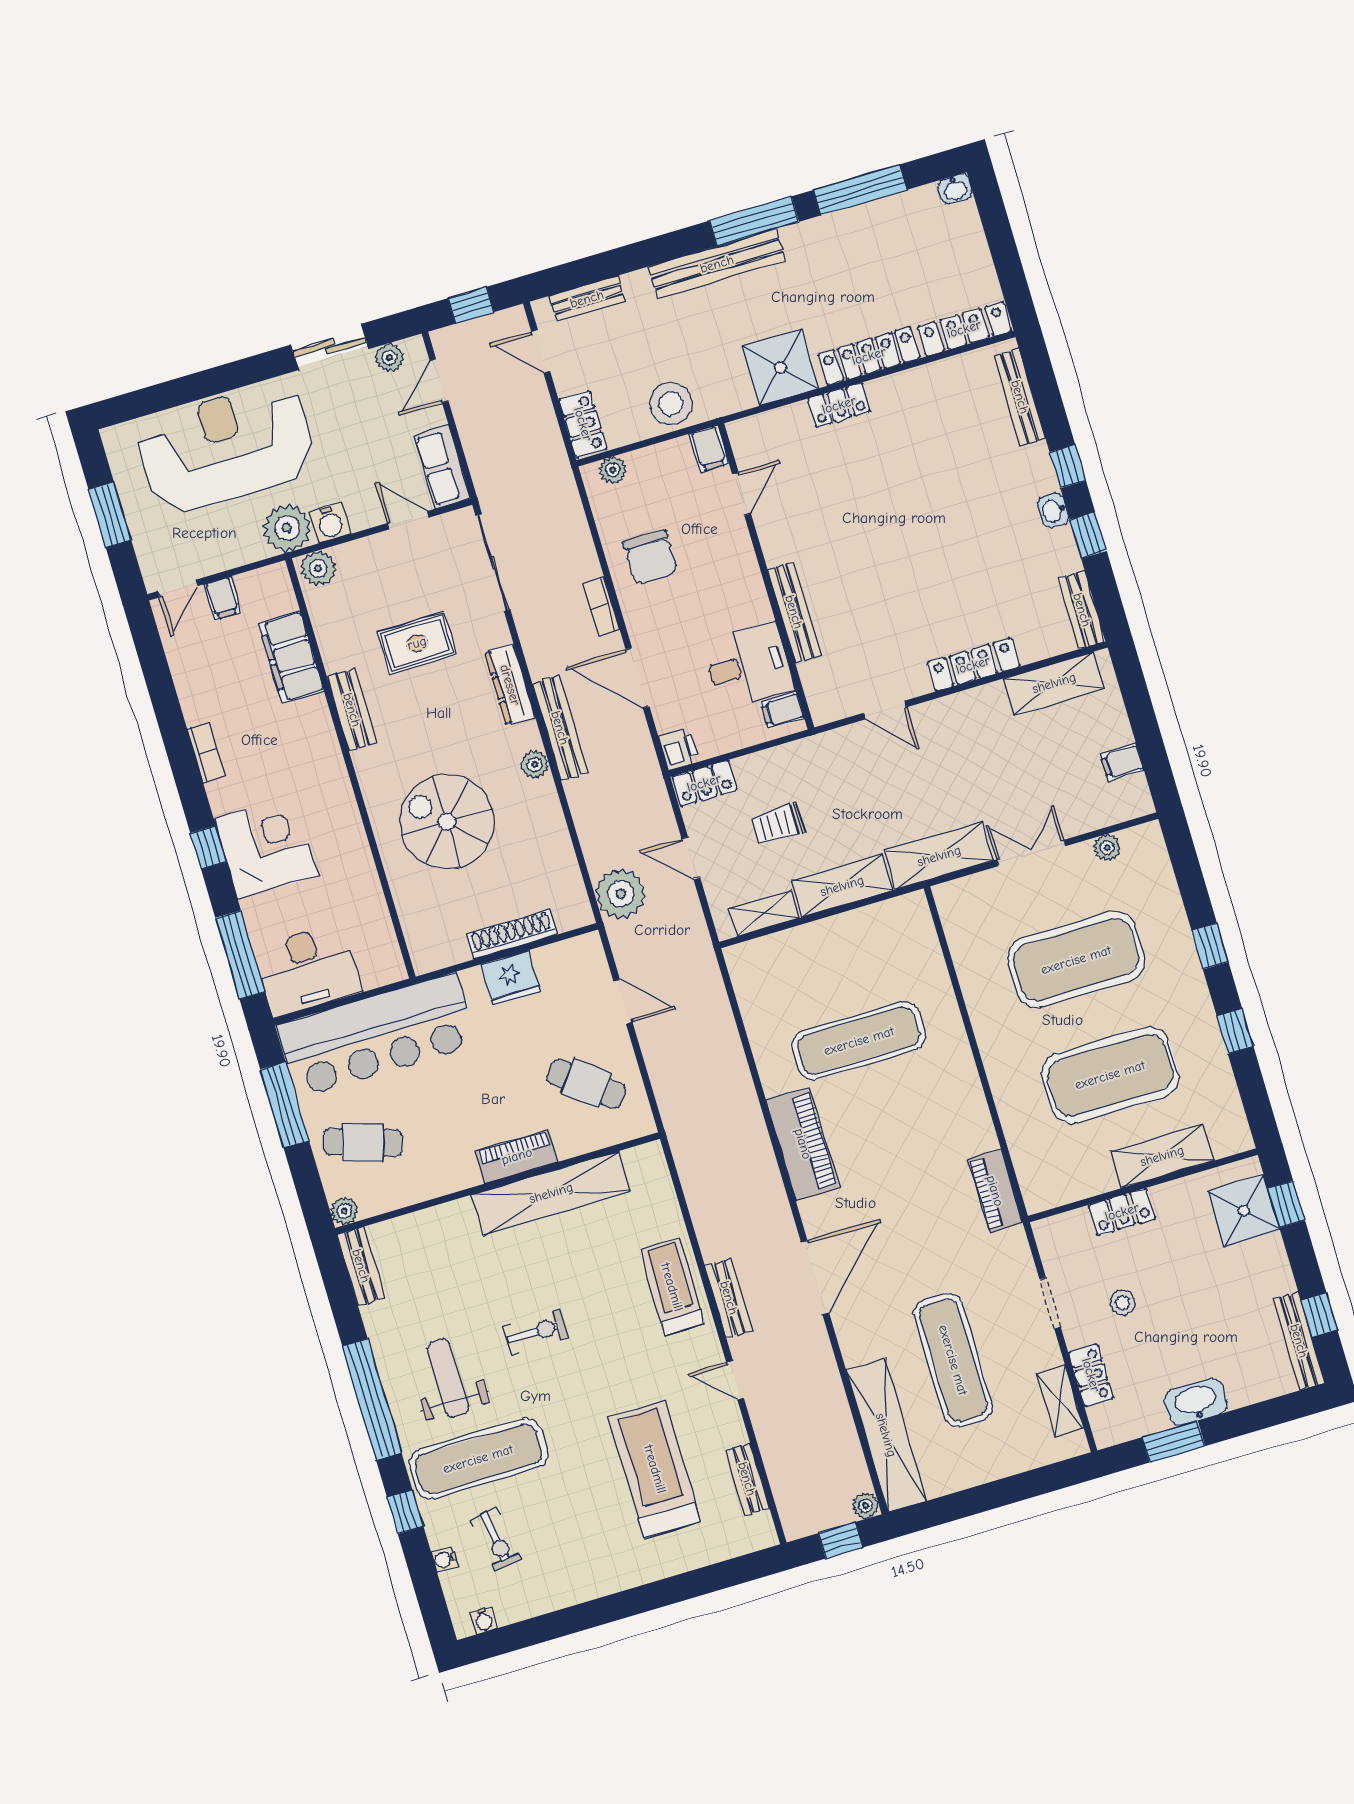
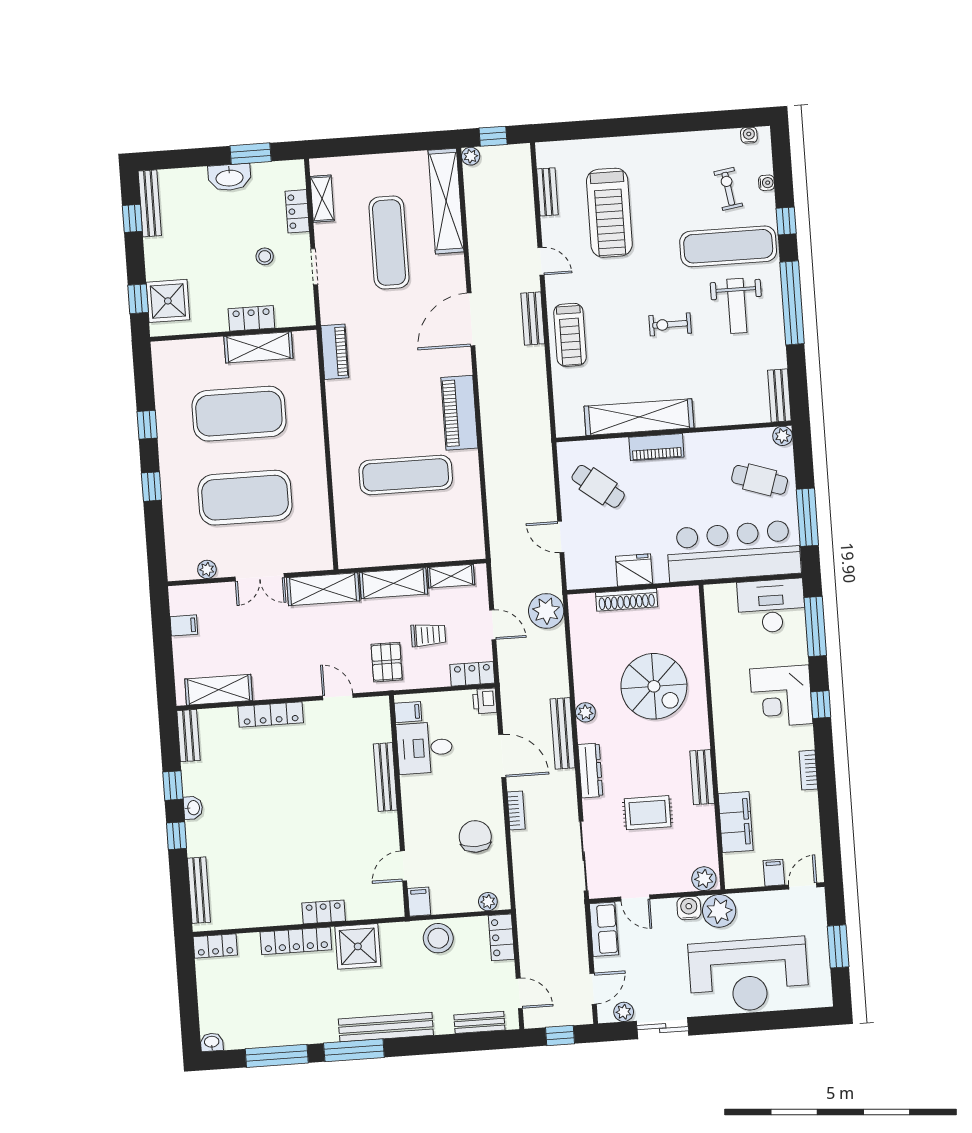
locker: (964, 329) -> (215, 946), width x0.66
pallet: (828, 773) -> (387, 662), added
shelving: (1162, 1156) -> (258, 347), moved

